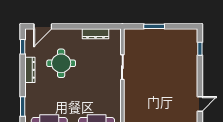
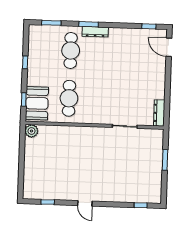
dresser: (96, 34) -> (159, 113), moved
round table: (61, 63) -> (131, 65), removed
dresser: (30, 70) -> (95, 32), moved

